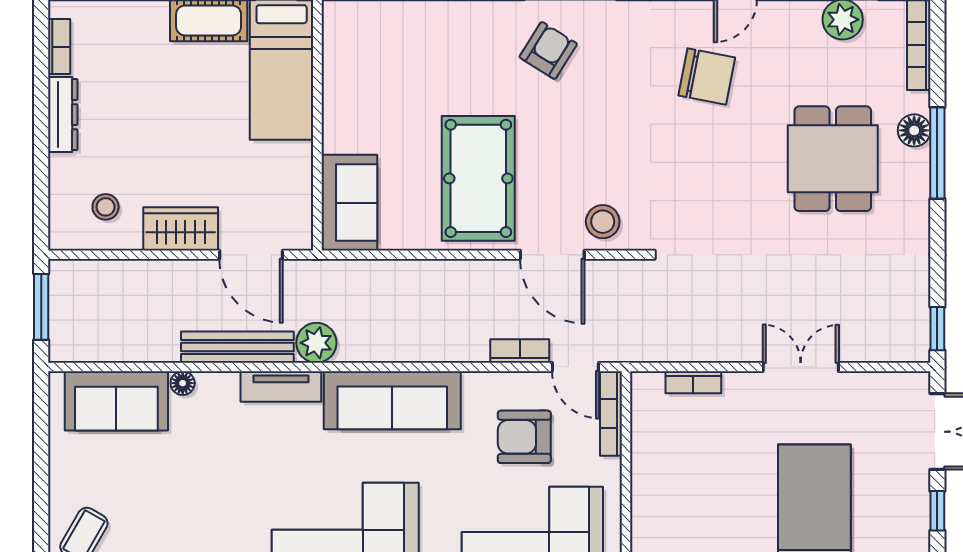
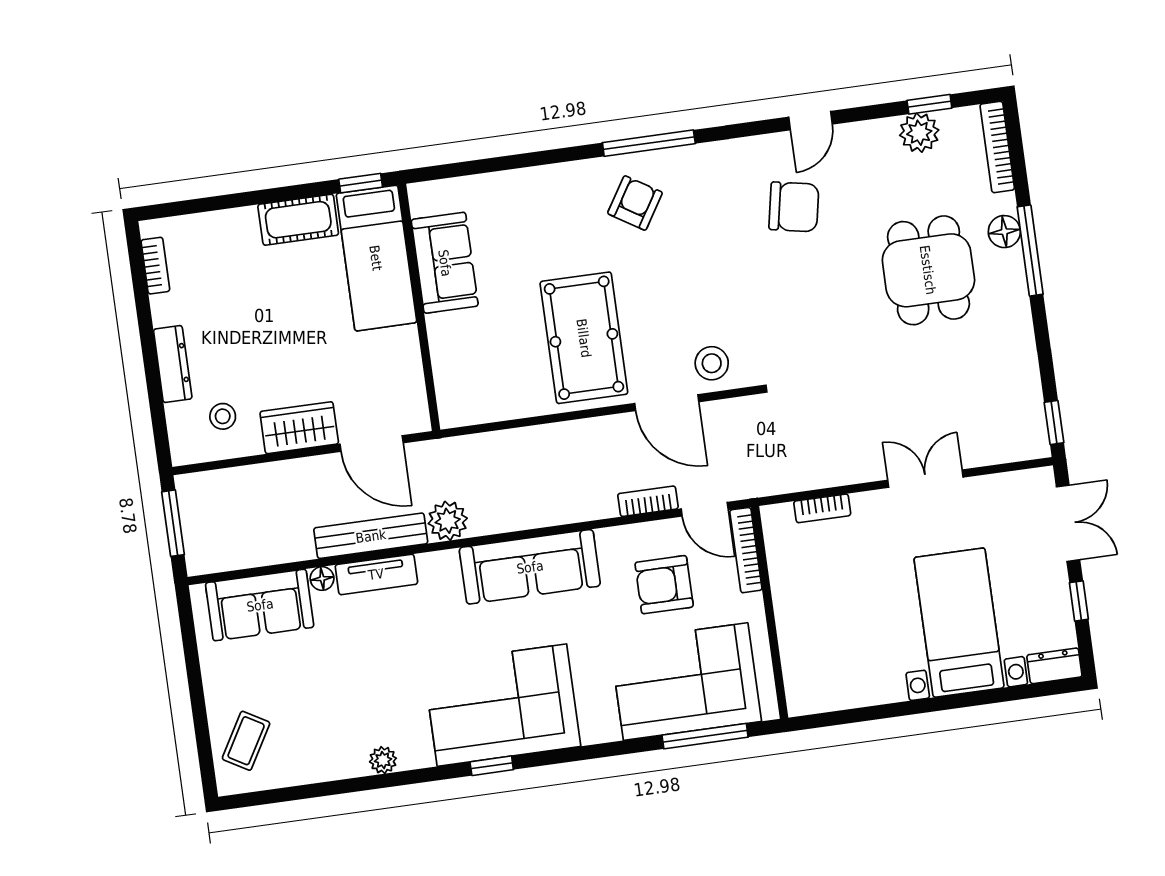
dresser: (63, 115) -> (173, 364), moved
sofa: (349, 203) -> (445, 263), moved
tv unit: (281, 387) -> (376, 574), moved

